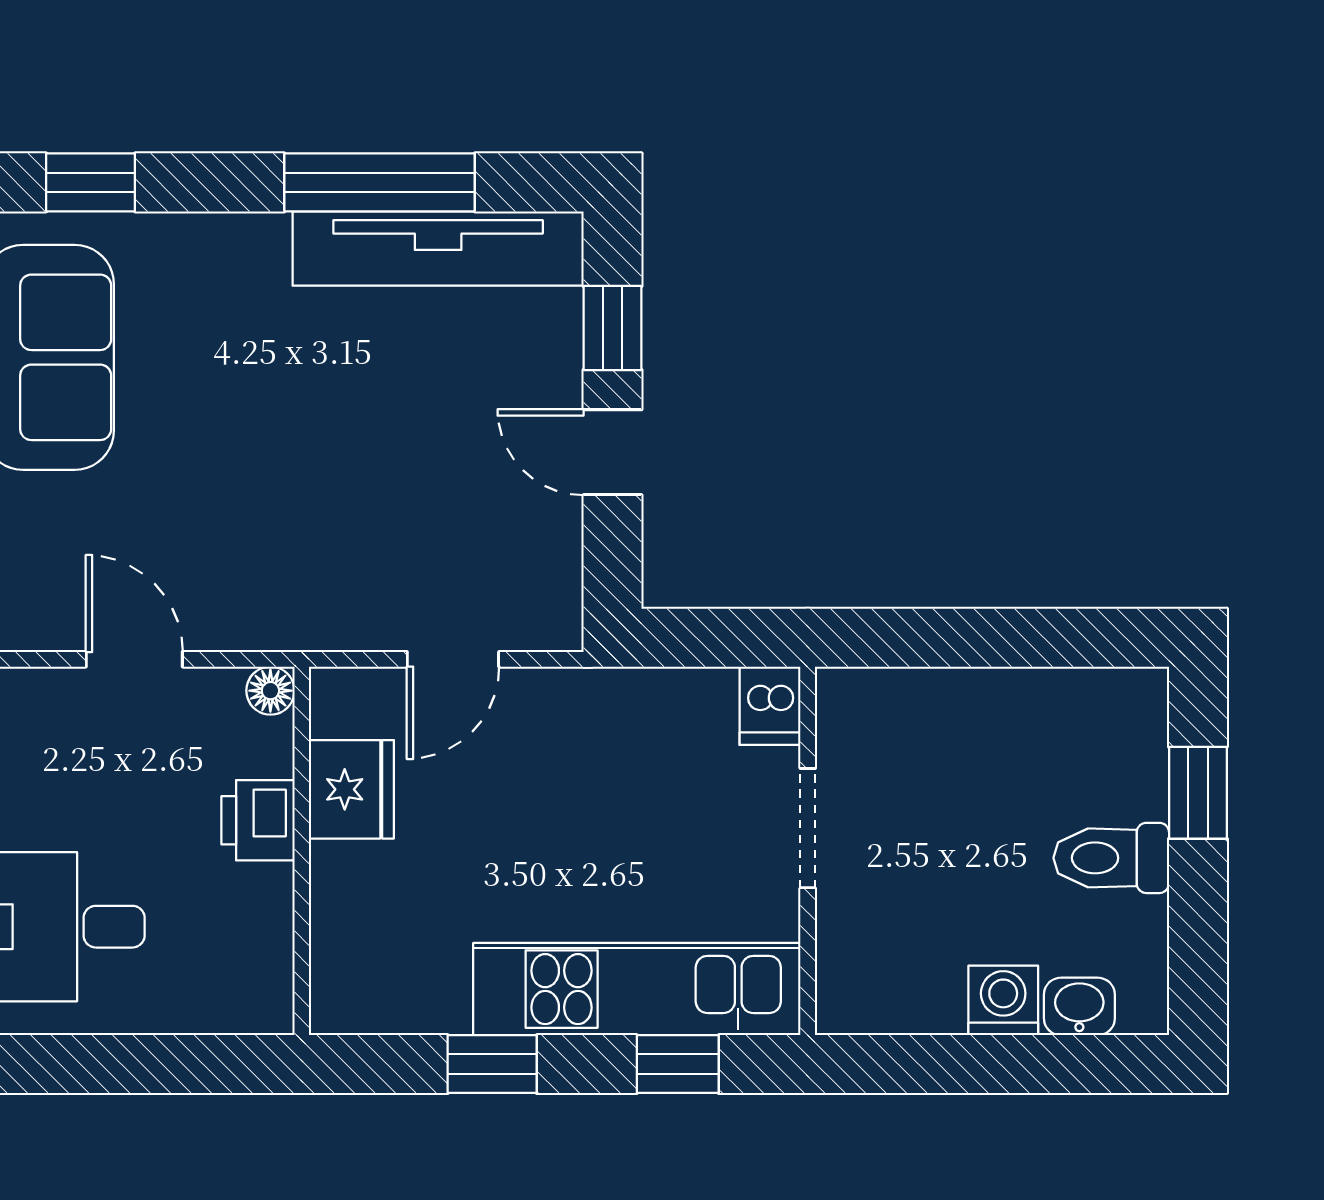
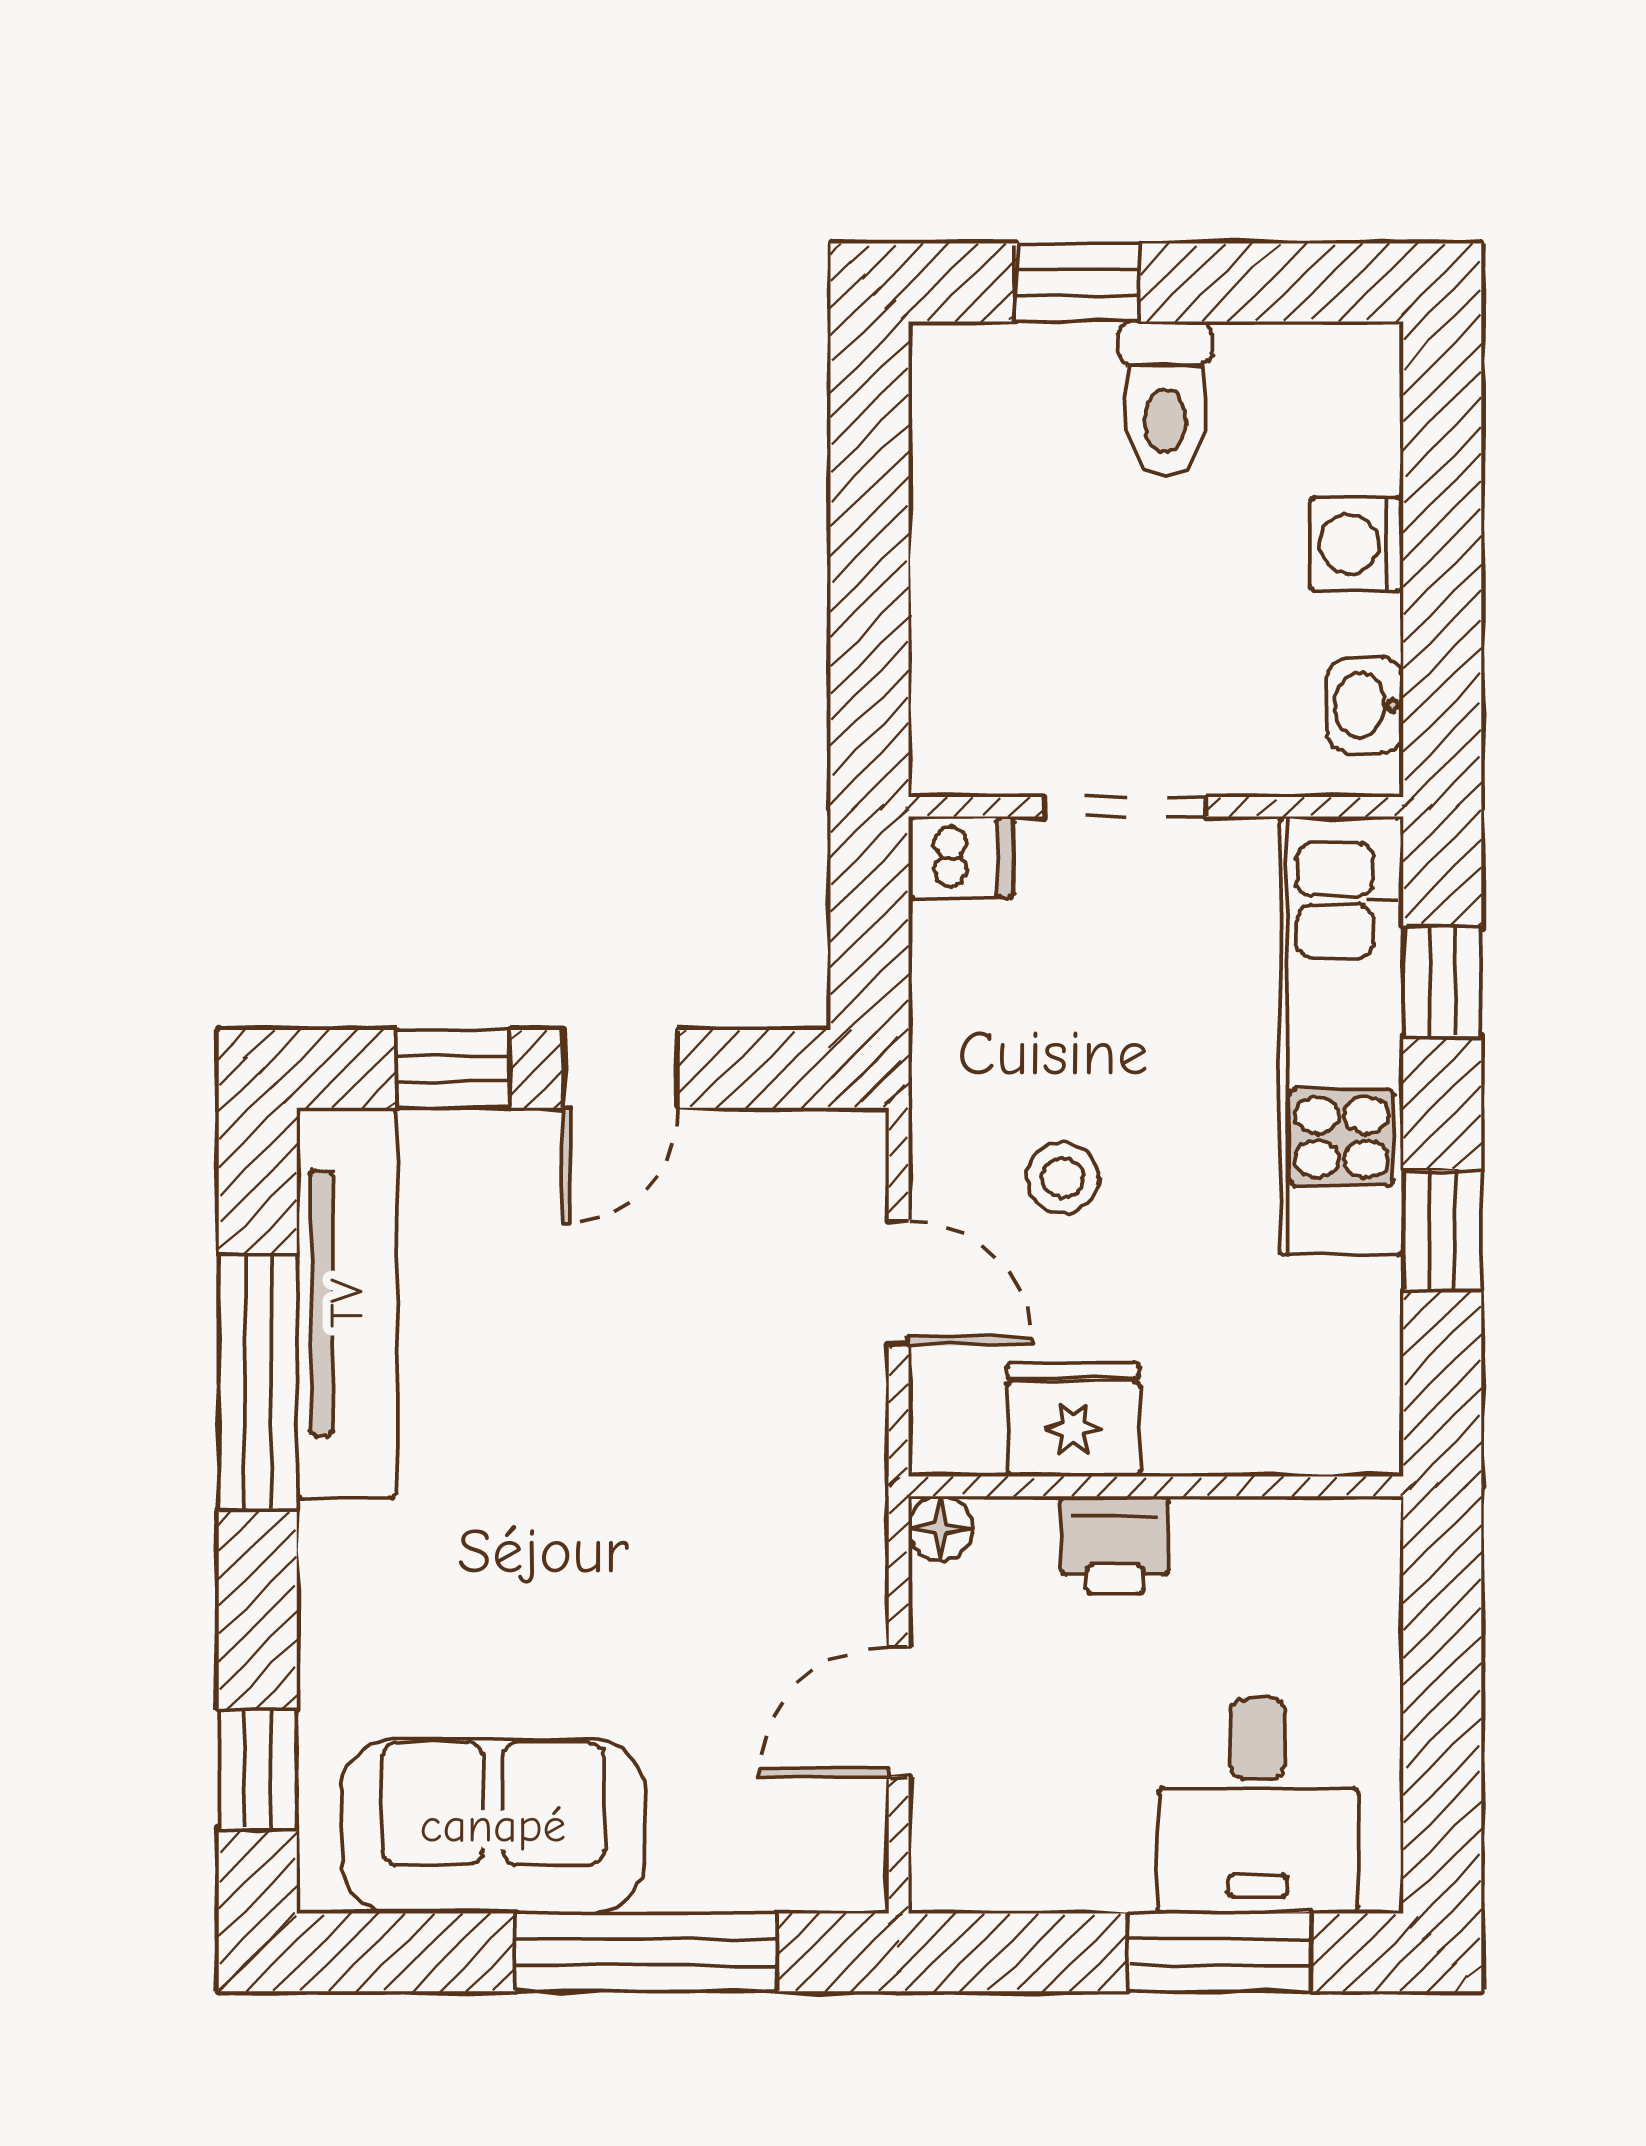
stool: (532, 781) -> (1063, 1177), added
washbasin: (1079, 1006) -> (1365, 705), moved

